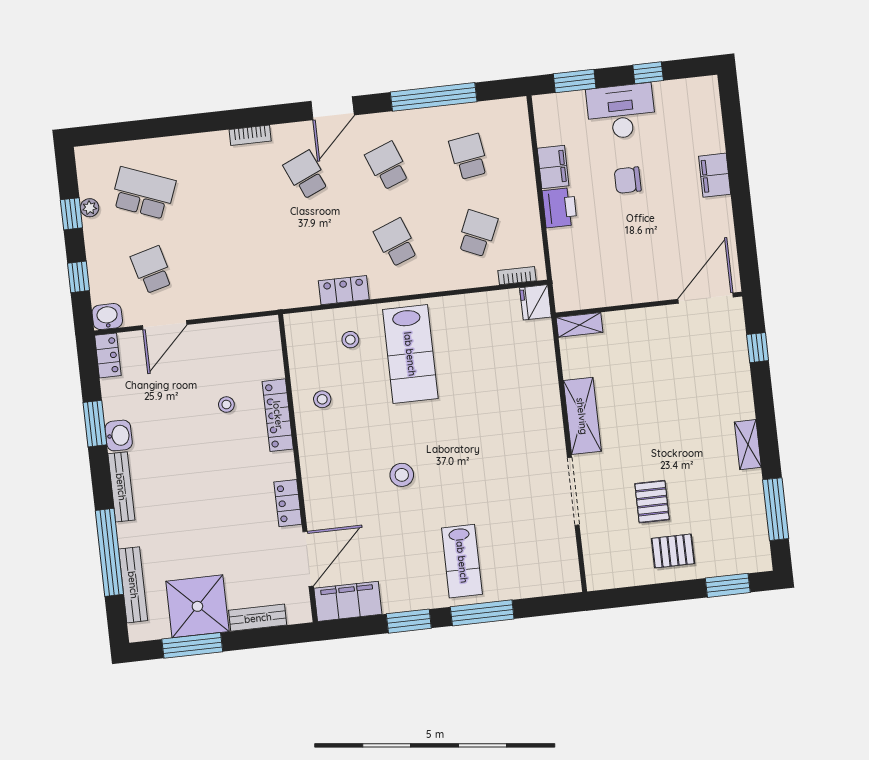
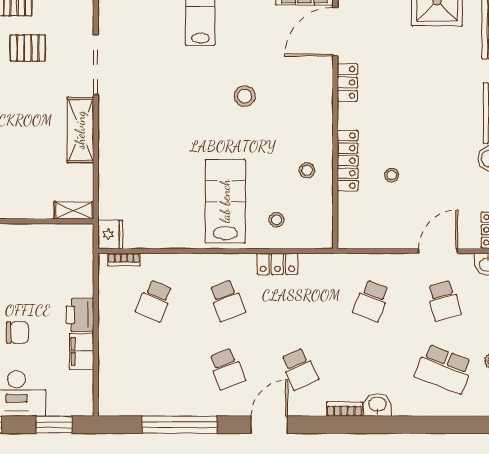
washbasin: (213, 144) -> (378, 405), added
school desk: (469, 157) -> (371, 301), moved, turned 30
pallet: (652, 502) -> (28, 48), turned 90

